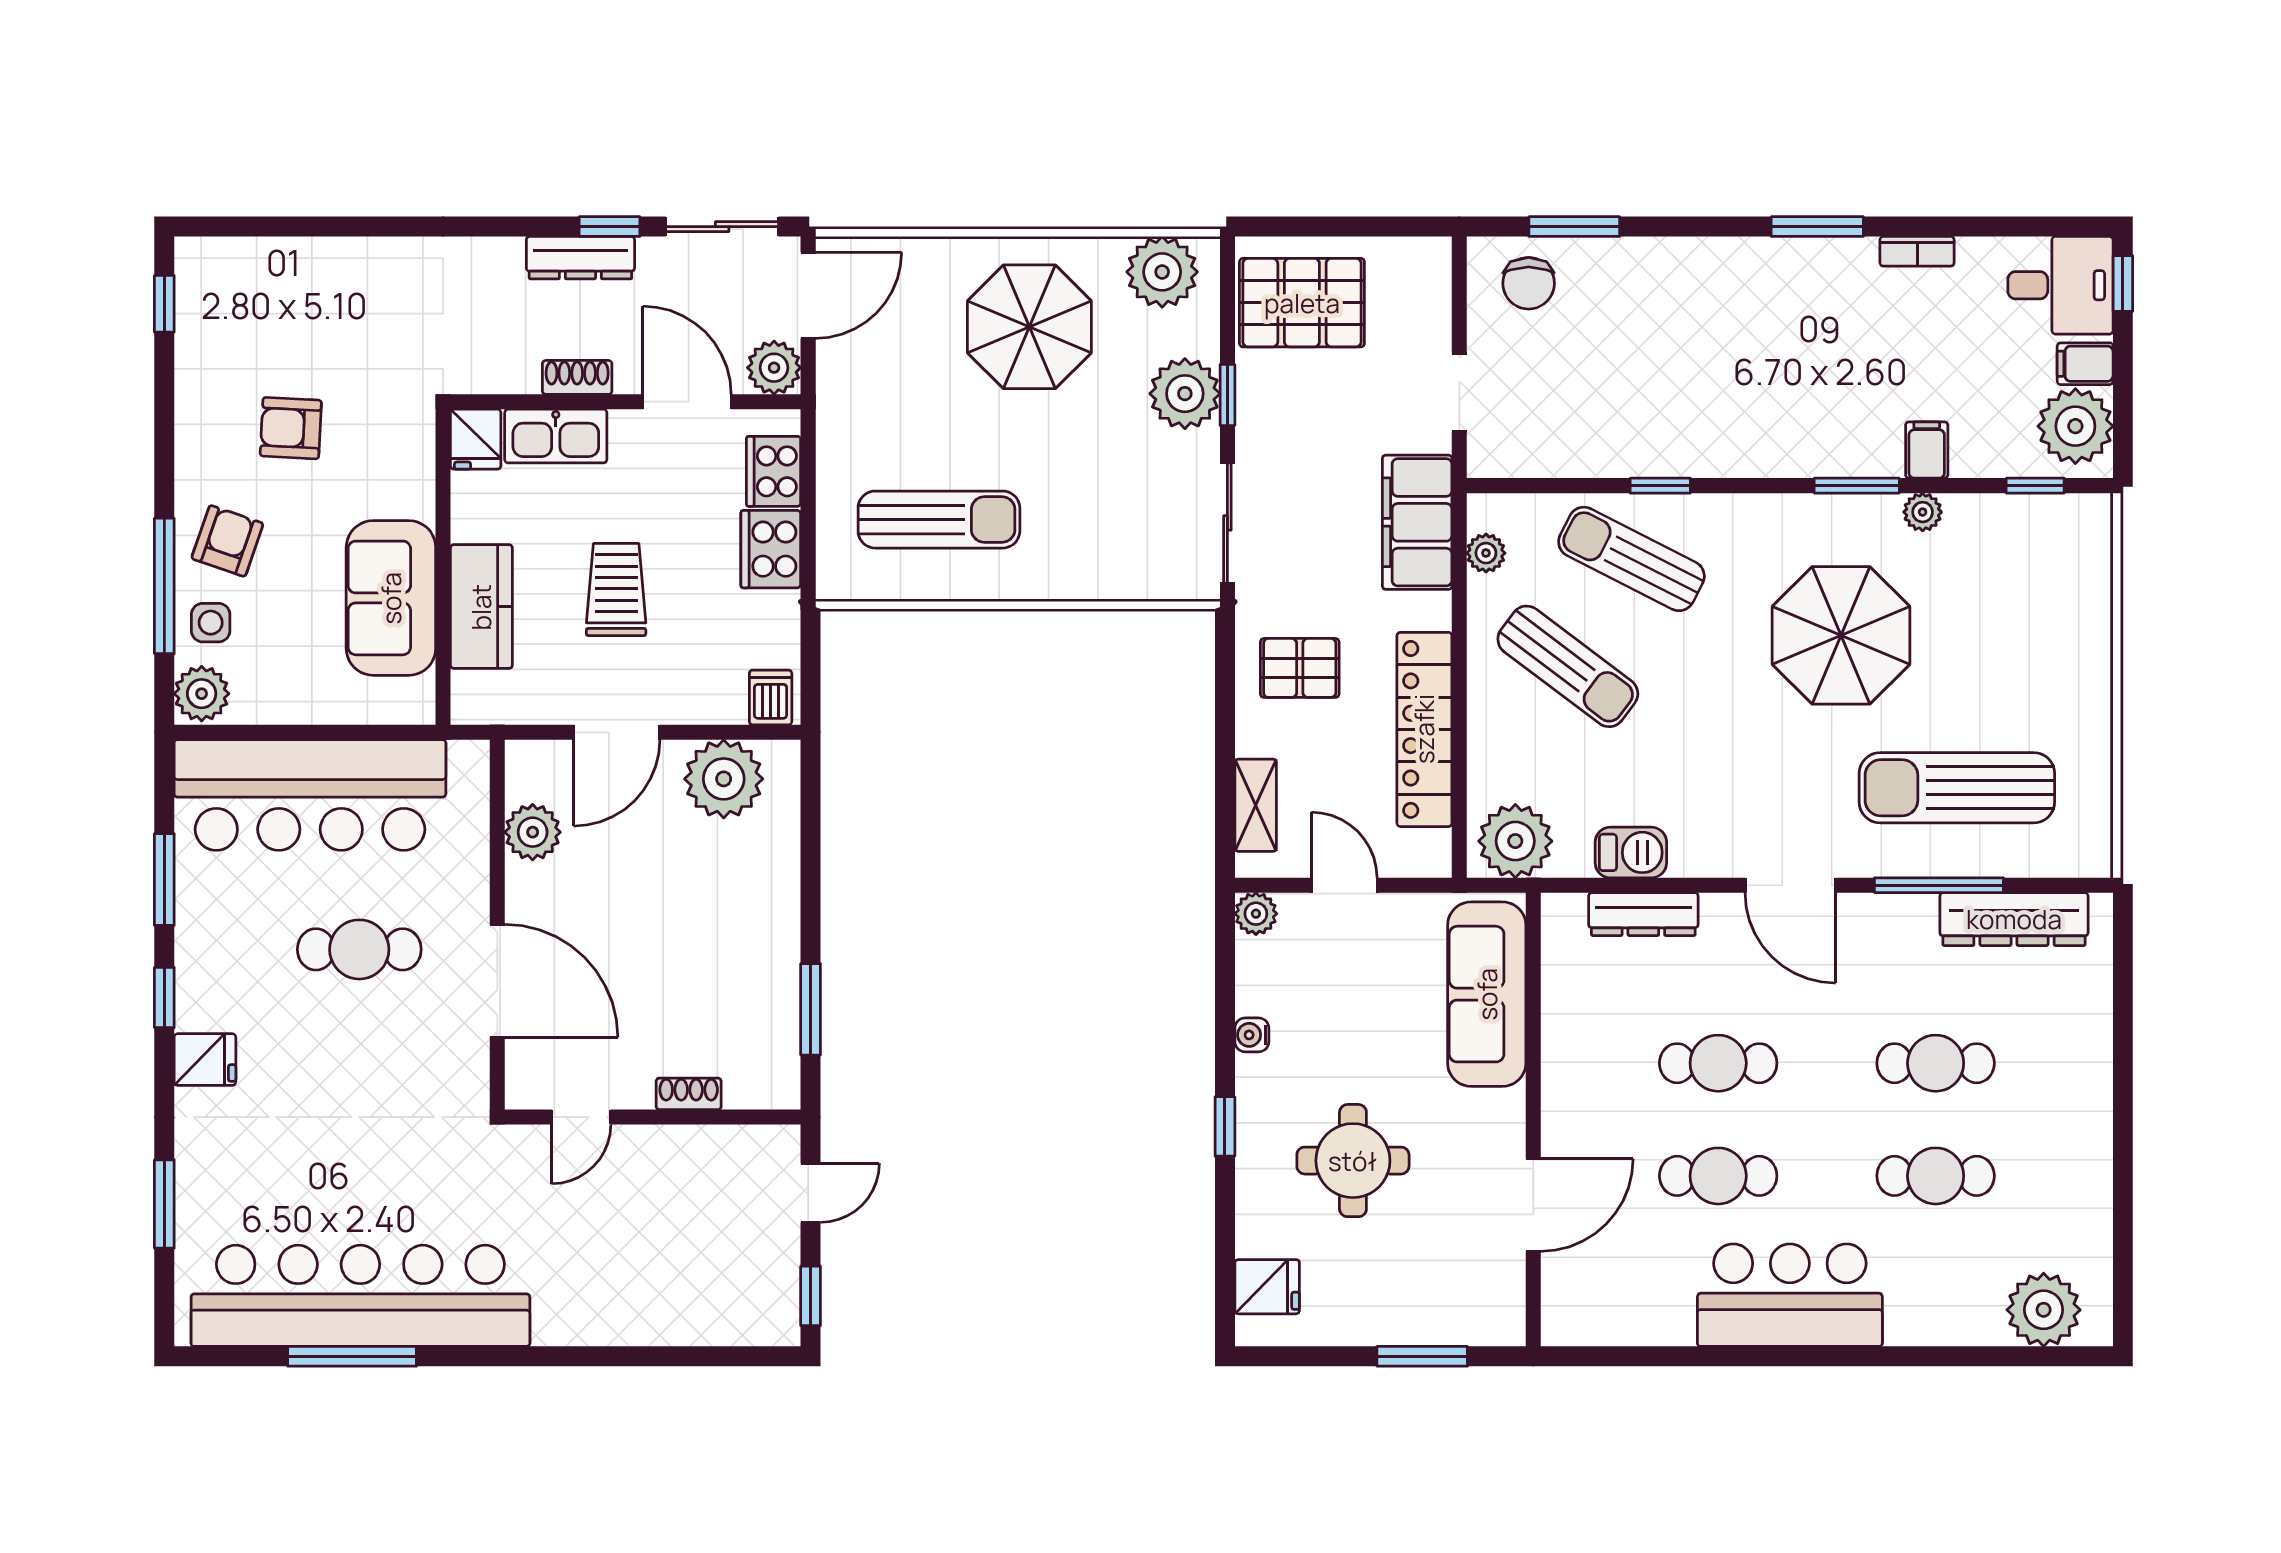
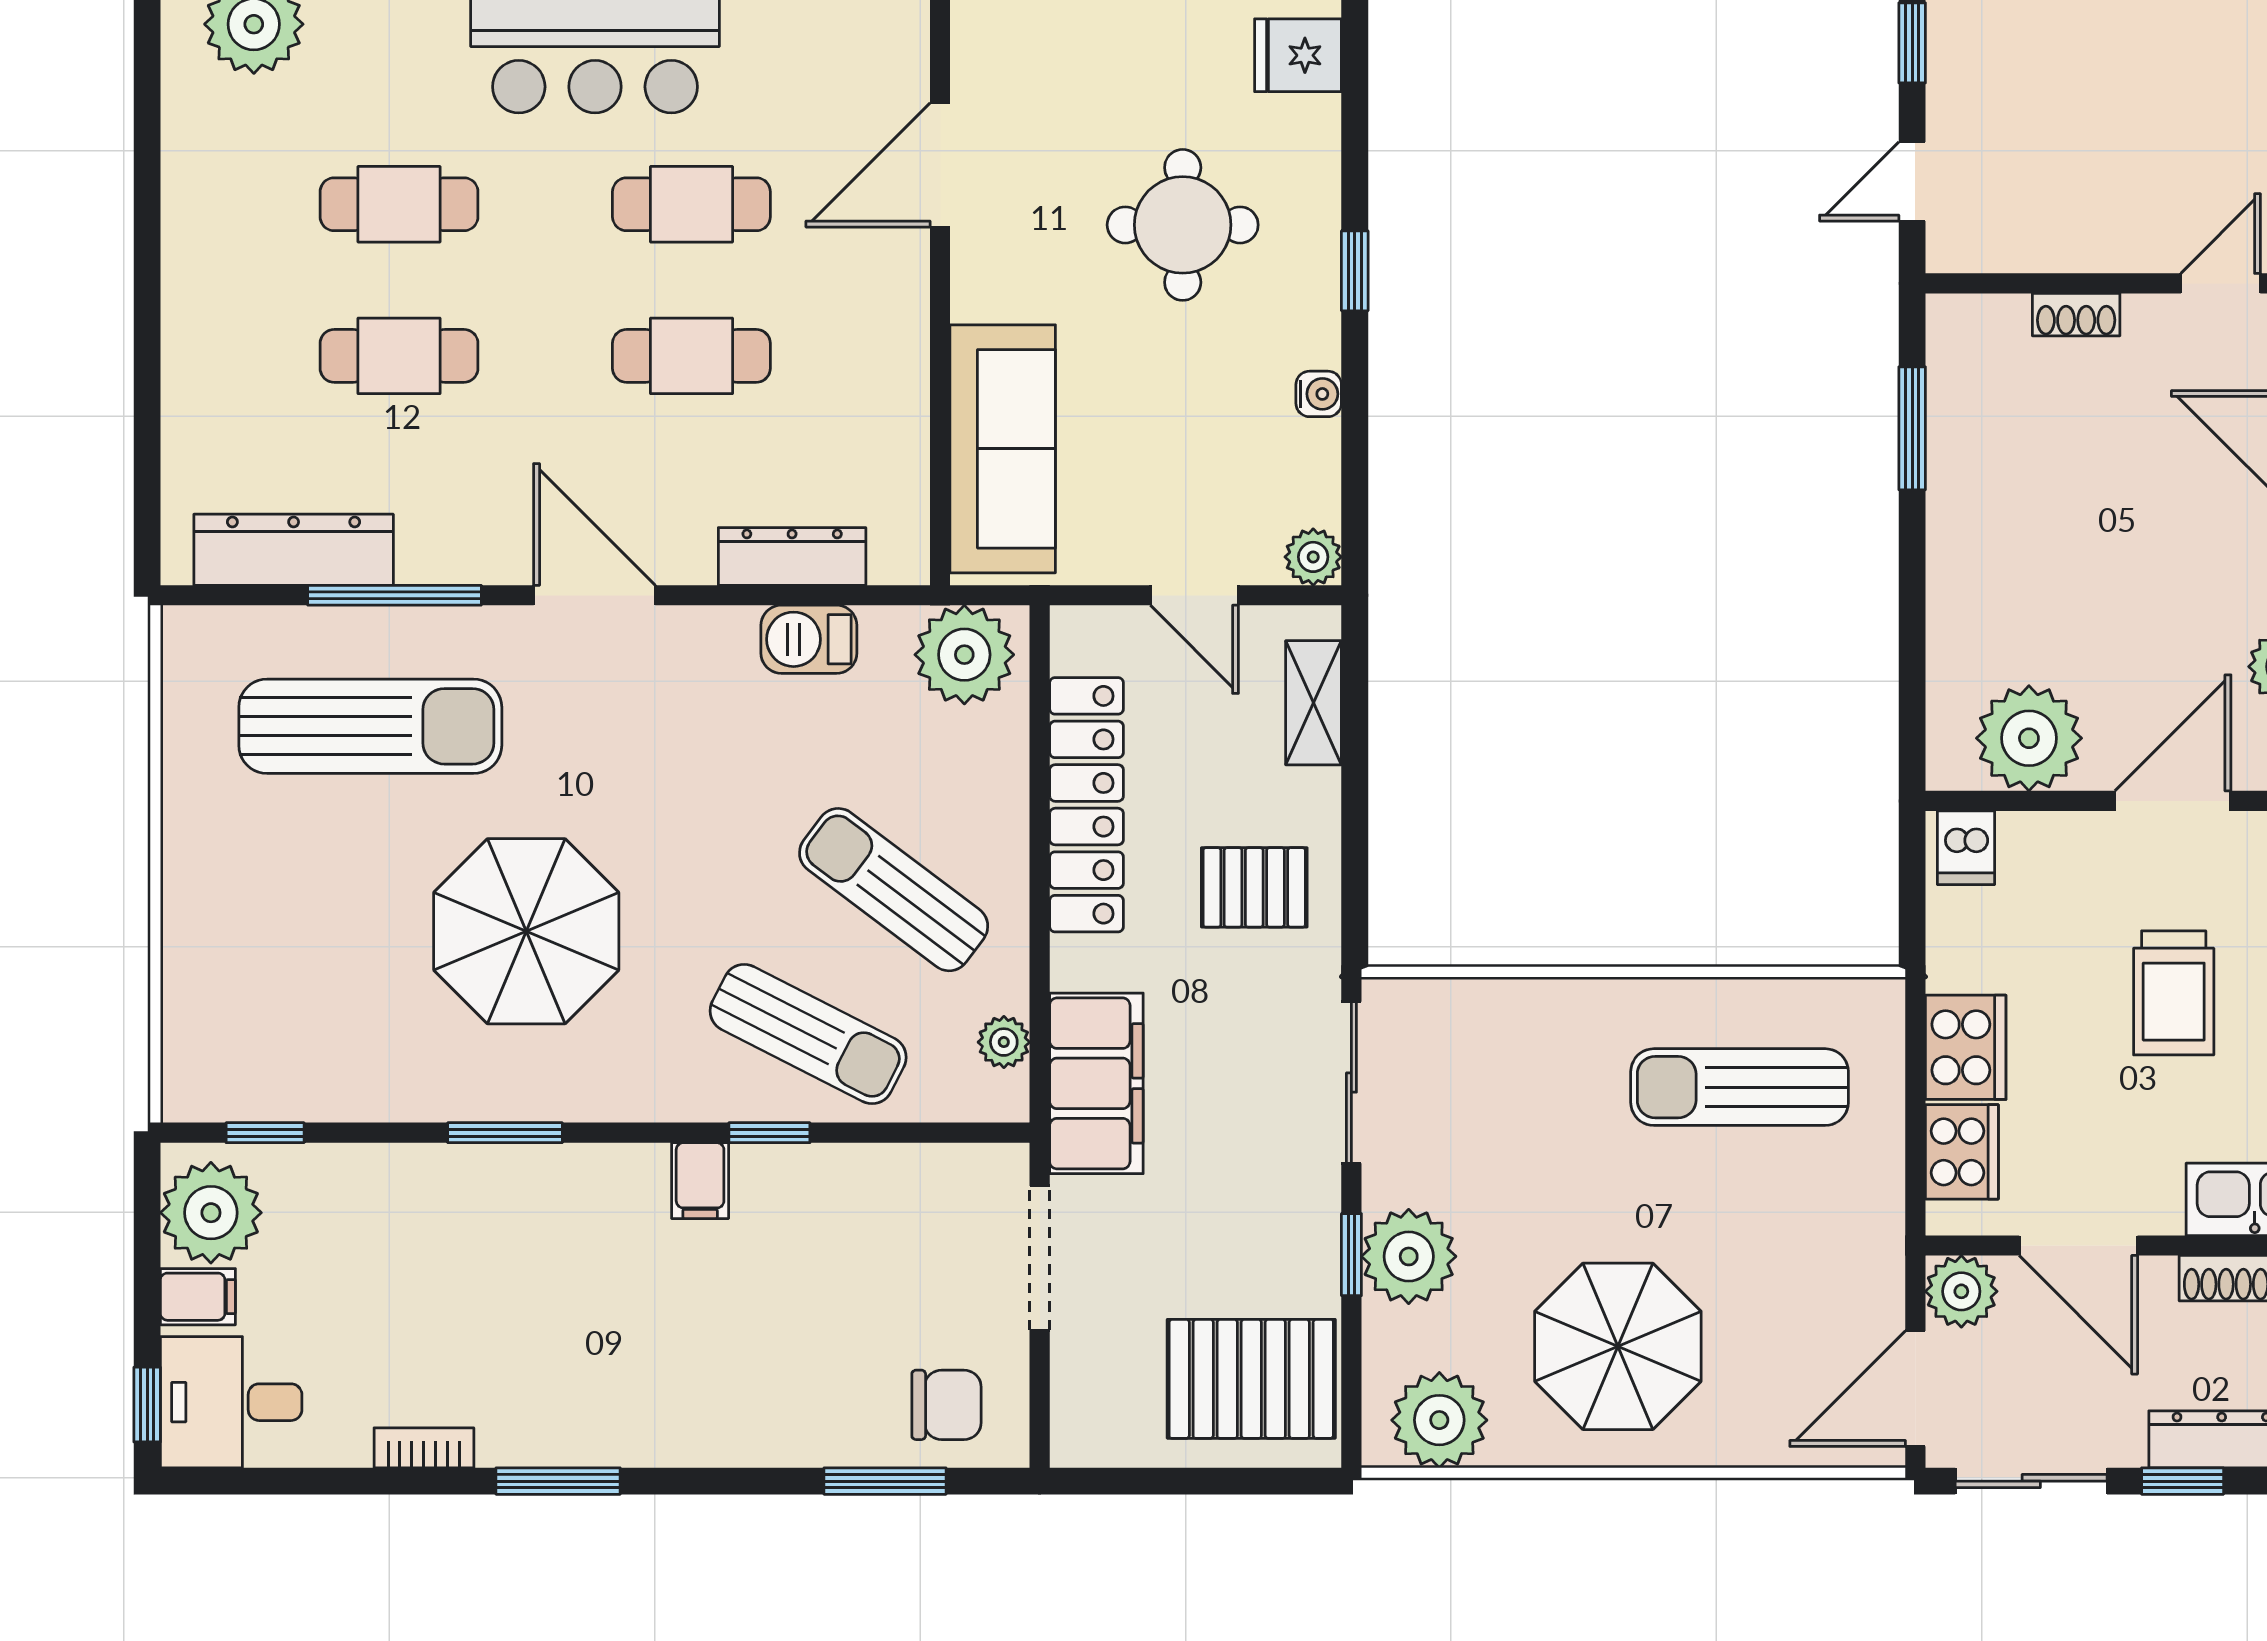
chair: (1529, 283) -> (946, 1405), turned 90
doorway: (1459, 392) -> (1040, 1258), width x1.38
filing cabinet: (1927, 450) -> (700, 1181), moved
plant: (1923, 512) -> (417, 1097), removed

